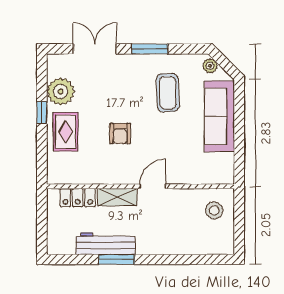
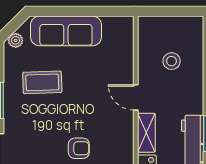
armchair: (120, 133) -> (79, 148), moved
stool: (214, 210) -> (172, 61), moved

